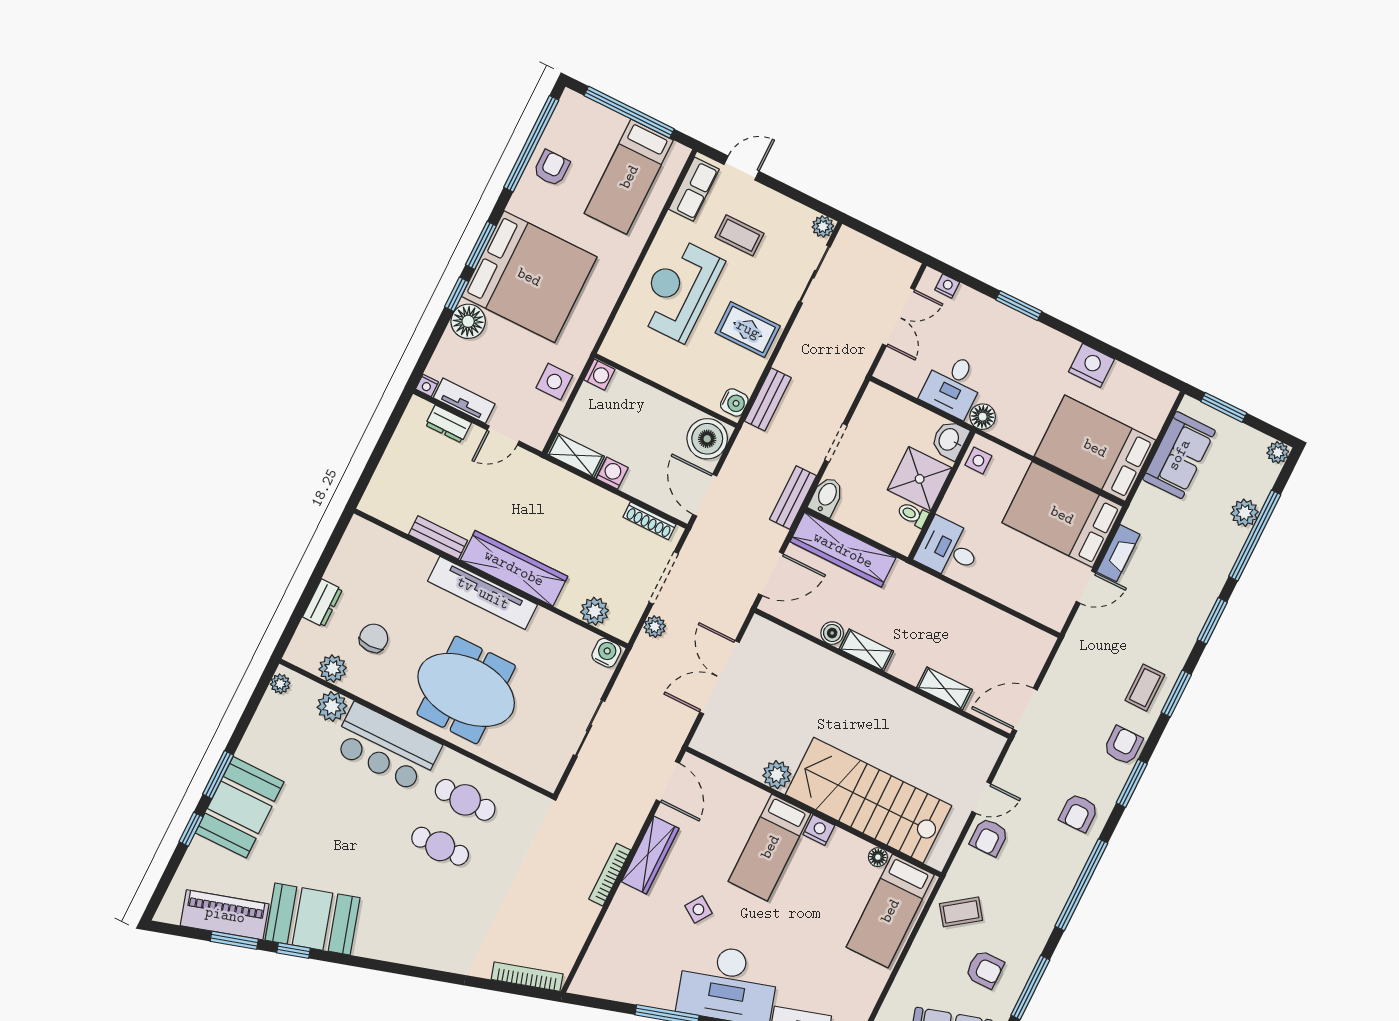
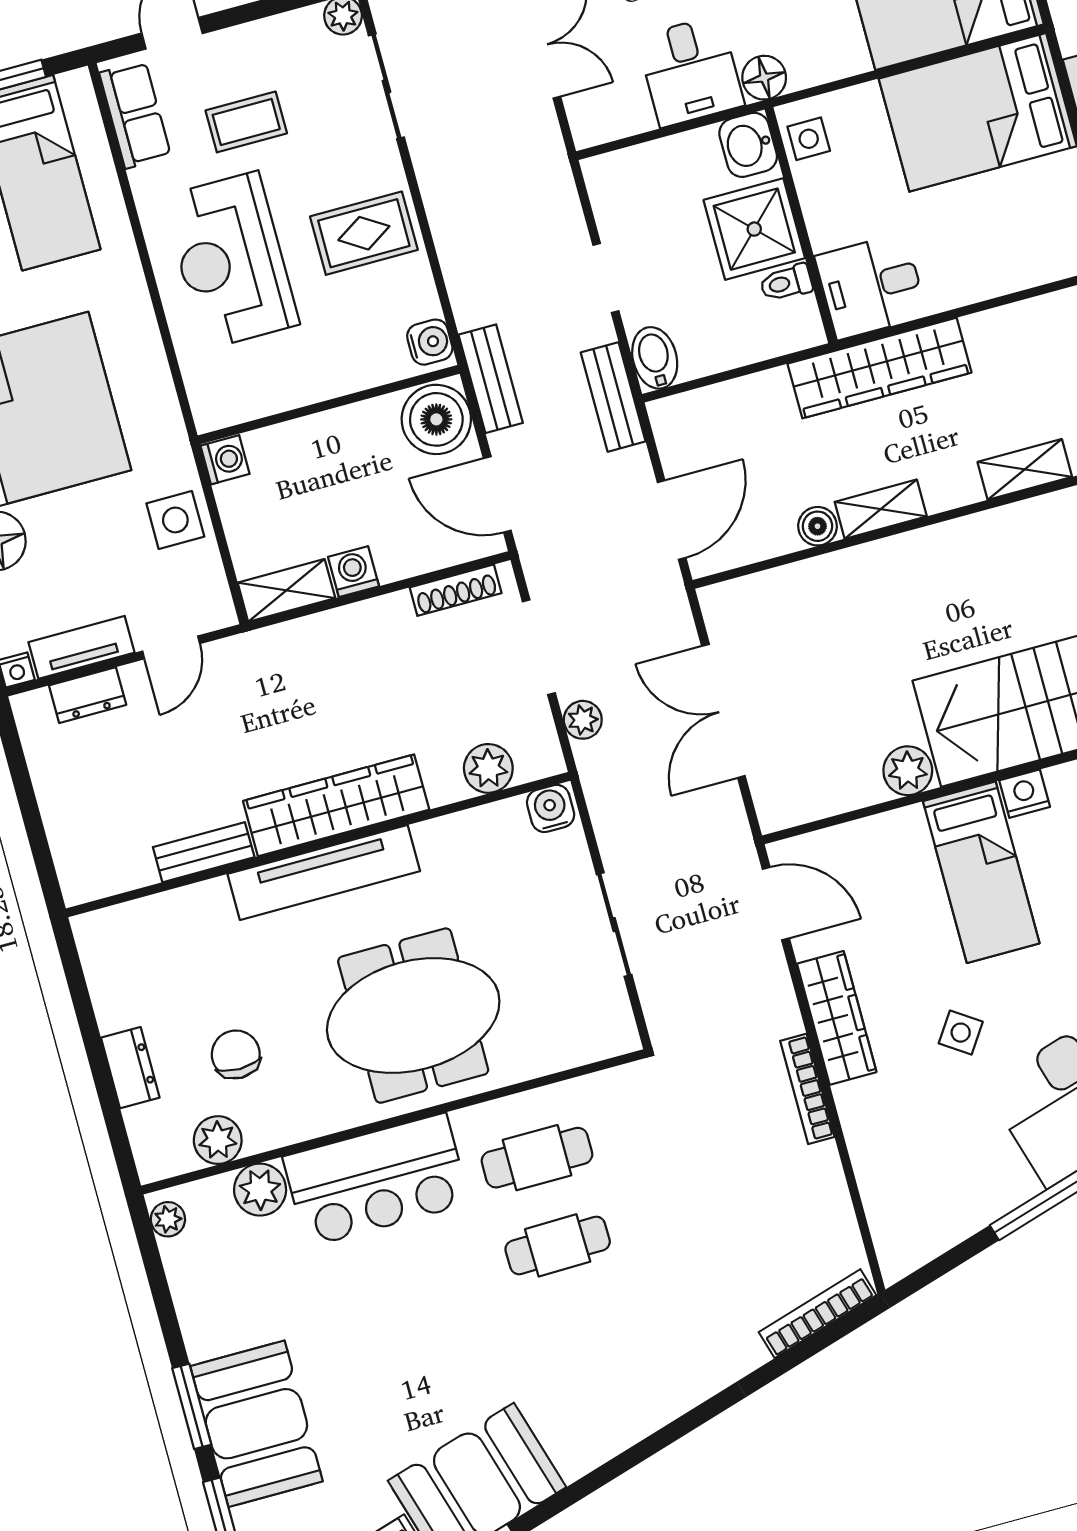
bench: (768, 399) -> (491, 379), moved
wardrobe: (843, 550) -> (879, 368), moved

